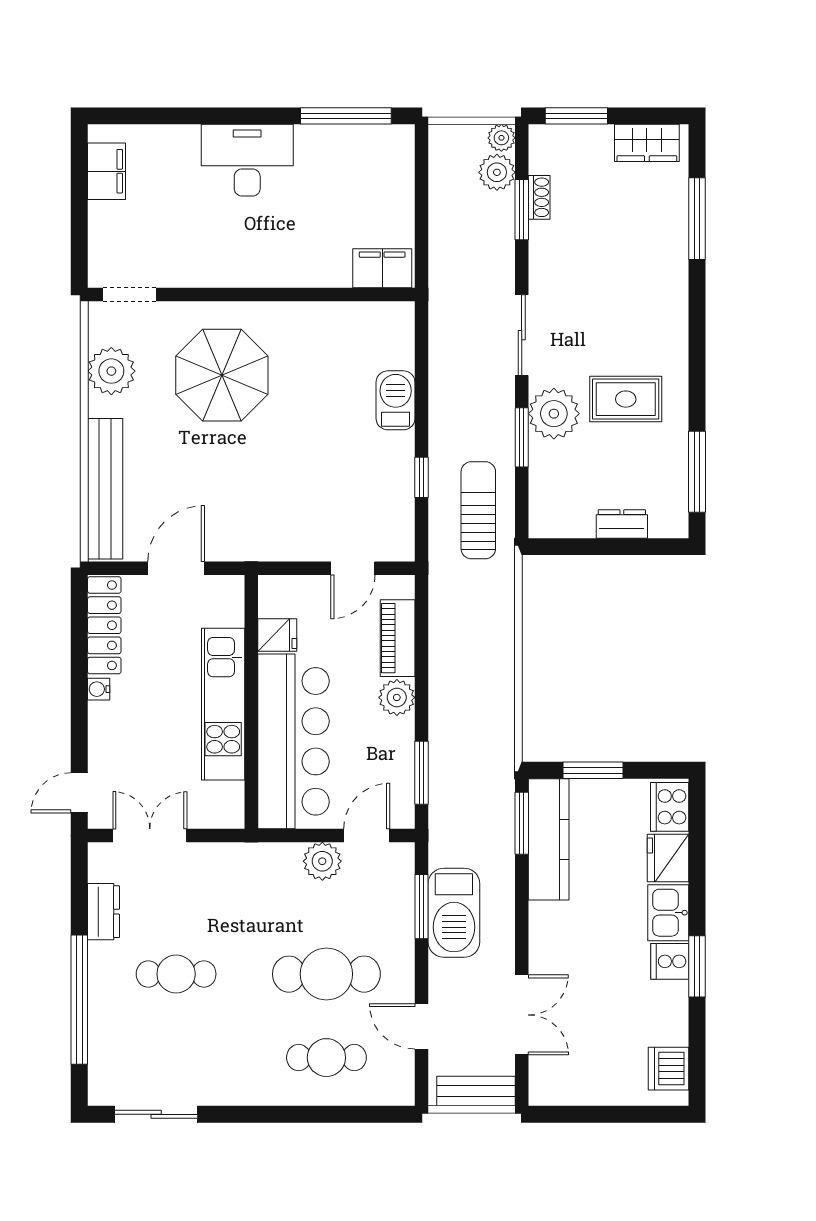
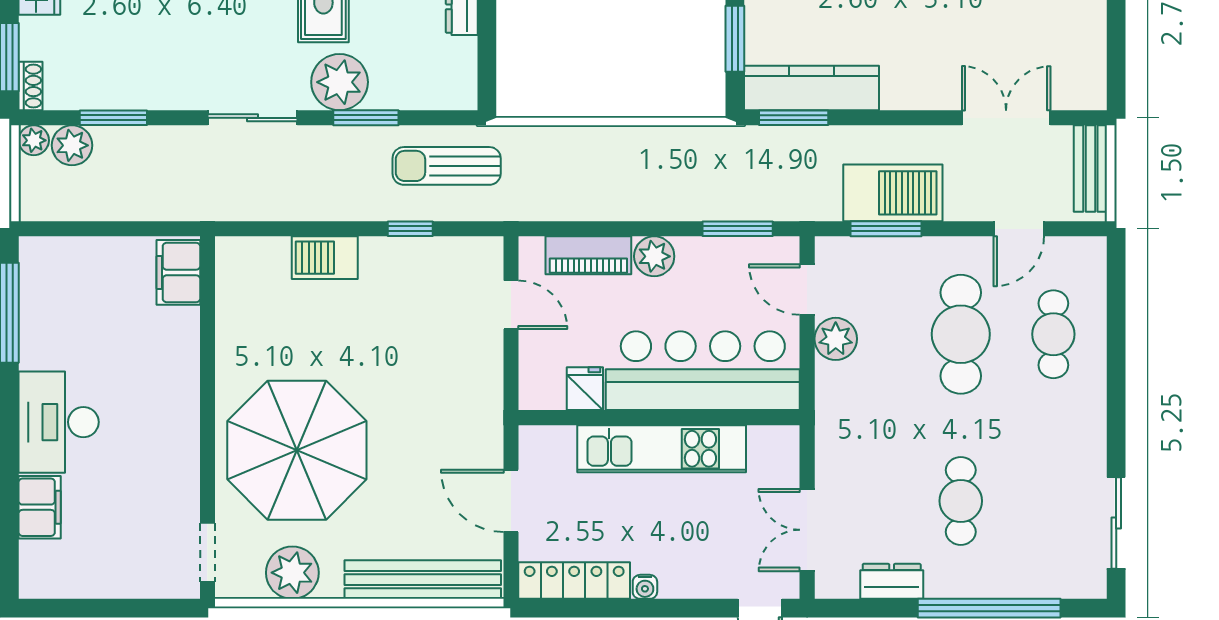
filing cabinet: (107, 171) -> (40, 507), moved, turned 90
shoe rack: (539, 197) -> (31, 86), moved, turned 90
parasol: (222, 375) -> (297, 450), width x1.36, depth x1.36

